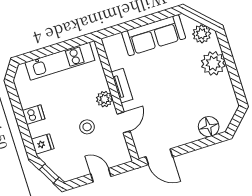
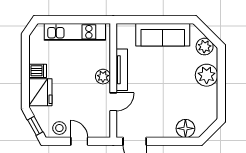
tv unit: (122, 86) -> (122, 70), width x1.41
stool: (87, 127) -> (59, 128), moved
fridge: (43, 144) -> (40, 92), width x1.88, depth x1.34

